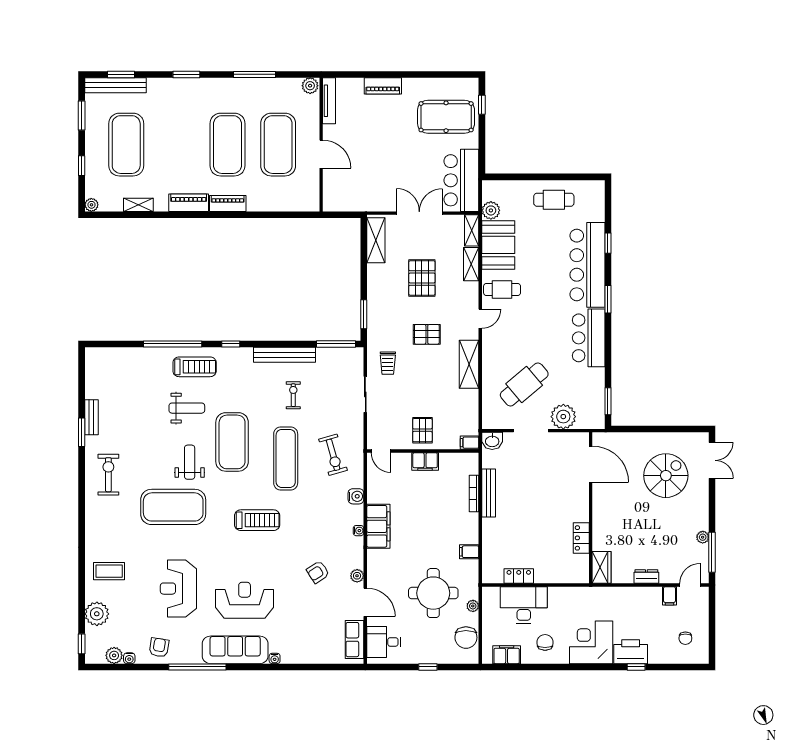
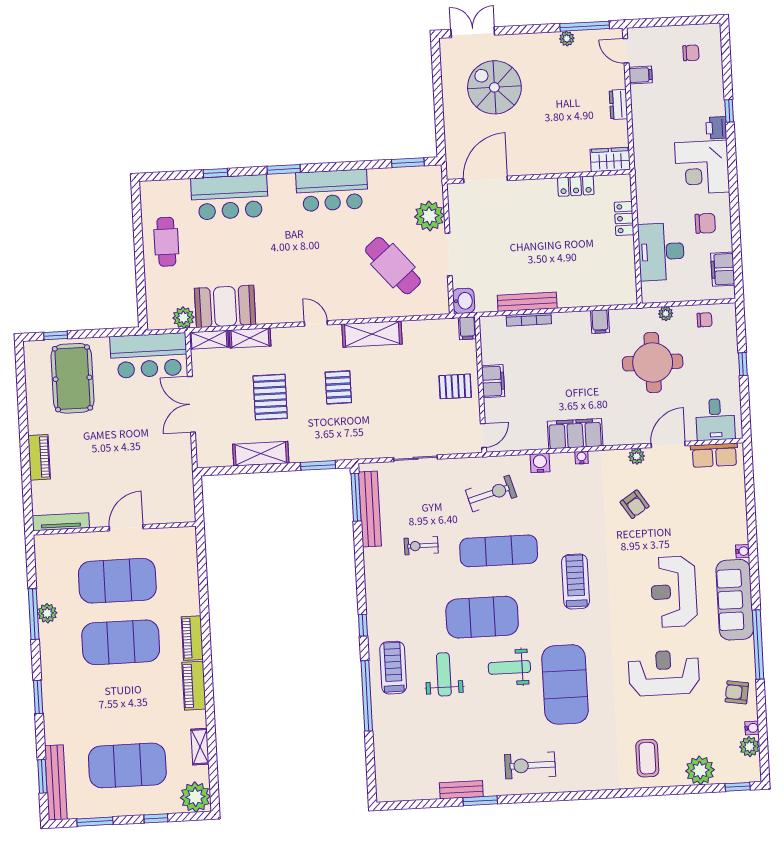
plant: (310, 86) -> (47, 613), moved
plant: (91, 205) -> (195, 797), width x1.88, depth x1.88
shelving: (376, 240) -> (261, 454), moved
bar counter: (587, 265) -> (230, 197), width x0.73
pallet: (422, 278) -> (270, 397), turned 90
cafe table: (502, 289) -> (279, 299), removed
bench: (284, 355) -> (370, 509), moved
trolley: (388, 363) -> (376, 433), removed
locker: (519, 576) -> (624, 219), moved
reception desk: (178, 589) -> (664, 673), turned 180
chair: (466, 638) -> (705, 320), width x0.54, depth x0.54
chair: (545, 642) -> (705, 223), turned 180
printer: (631, 652) -> (716, 128), width x0.53, depth x0.68

